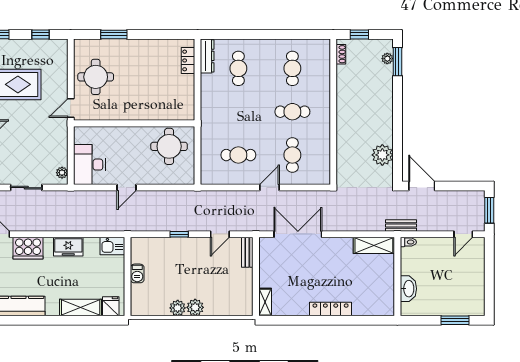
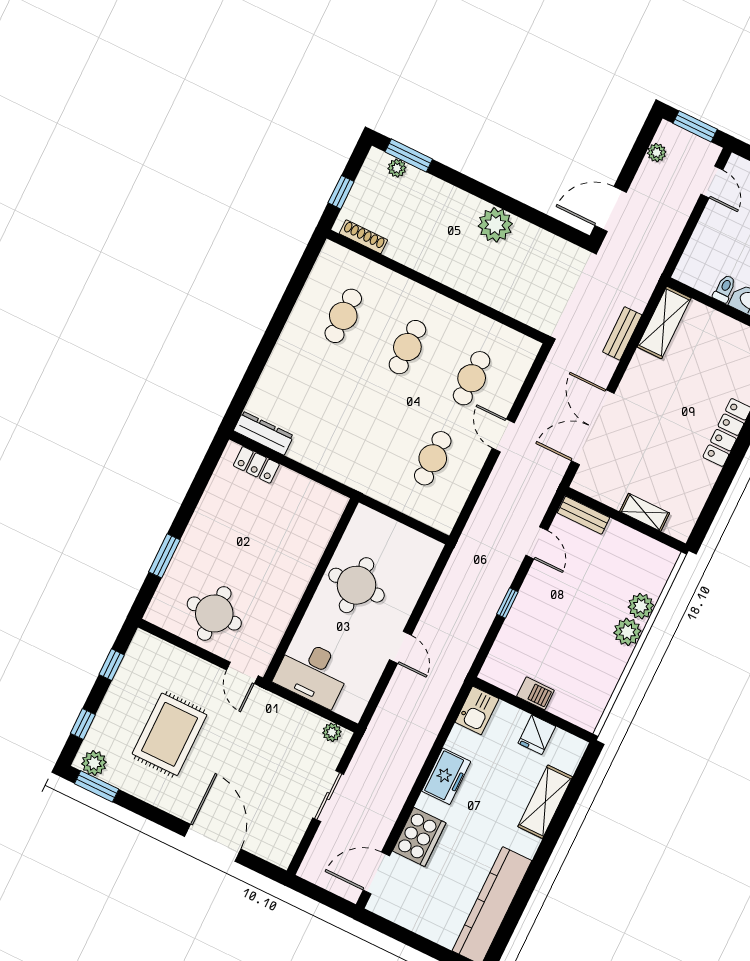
shoe rack: (341, 54) -> (363, 237), width x1.43
cafe table: (238, 68) -> (304, 396), removed
cafe table: (292, 68) -> (343, 316), turned 90
round table: (169, 146) -> (356, 585), moved
cafe table: (292, 155) -> (472, 378), turned 90
plant: (382, 155) -> (495, 225), moved
desk: (89, 165) -> (313, 673), moved
plant: (465, 196) -> (657, 153), added
bench: (401, 225) -> (622, 333), moved
toilet: (408, 242) -> (725, 289), moved
shelving: (265, 302) -> (645, 512), moved
fridge: (111, 306) -> (537, 735), moved, turned -90
plant: (178, 308) -> (641, 606), moved

